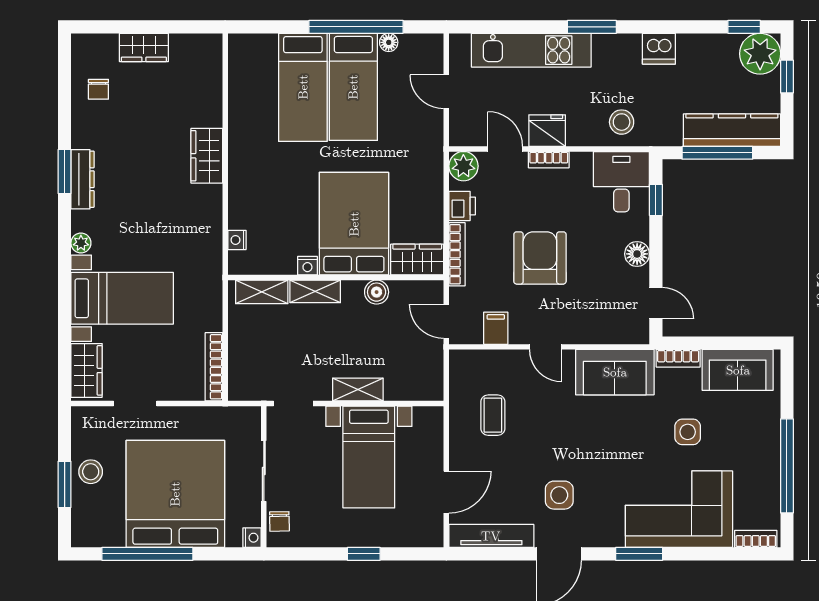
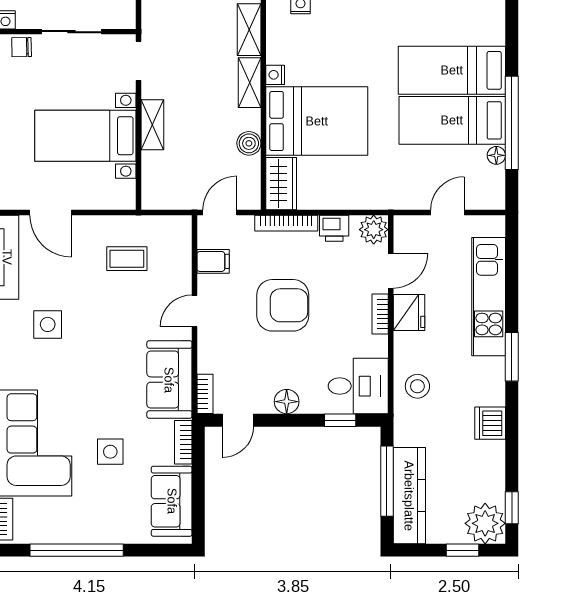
bookcase: (629, 336) -> (205, 394), added

